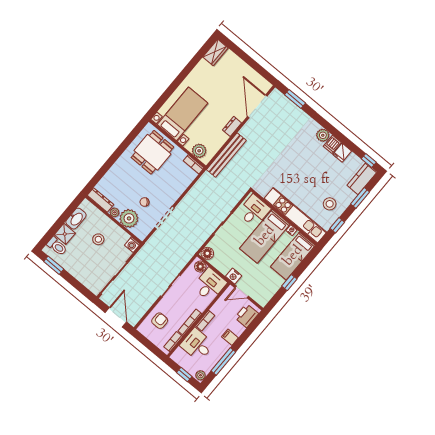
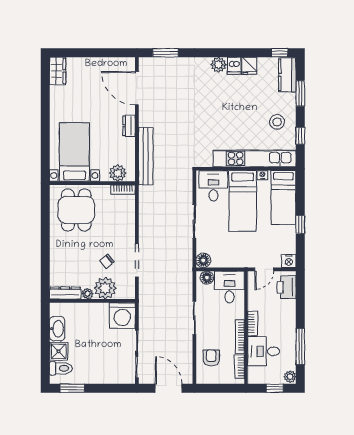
stool: (98, 239) -> (93, 331), removed
washing machine: (132, 245) -> (122, 315), width x1.89, depth x1.89
nightstand: (234, 276) -> (289, 261), moved
filing cabinet: (230, 337) -> (288, 319), removed

